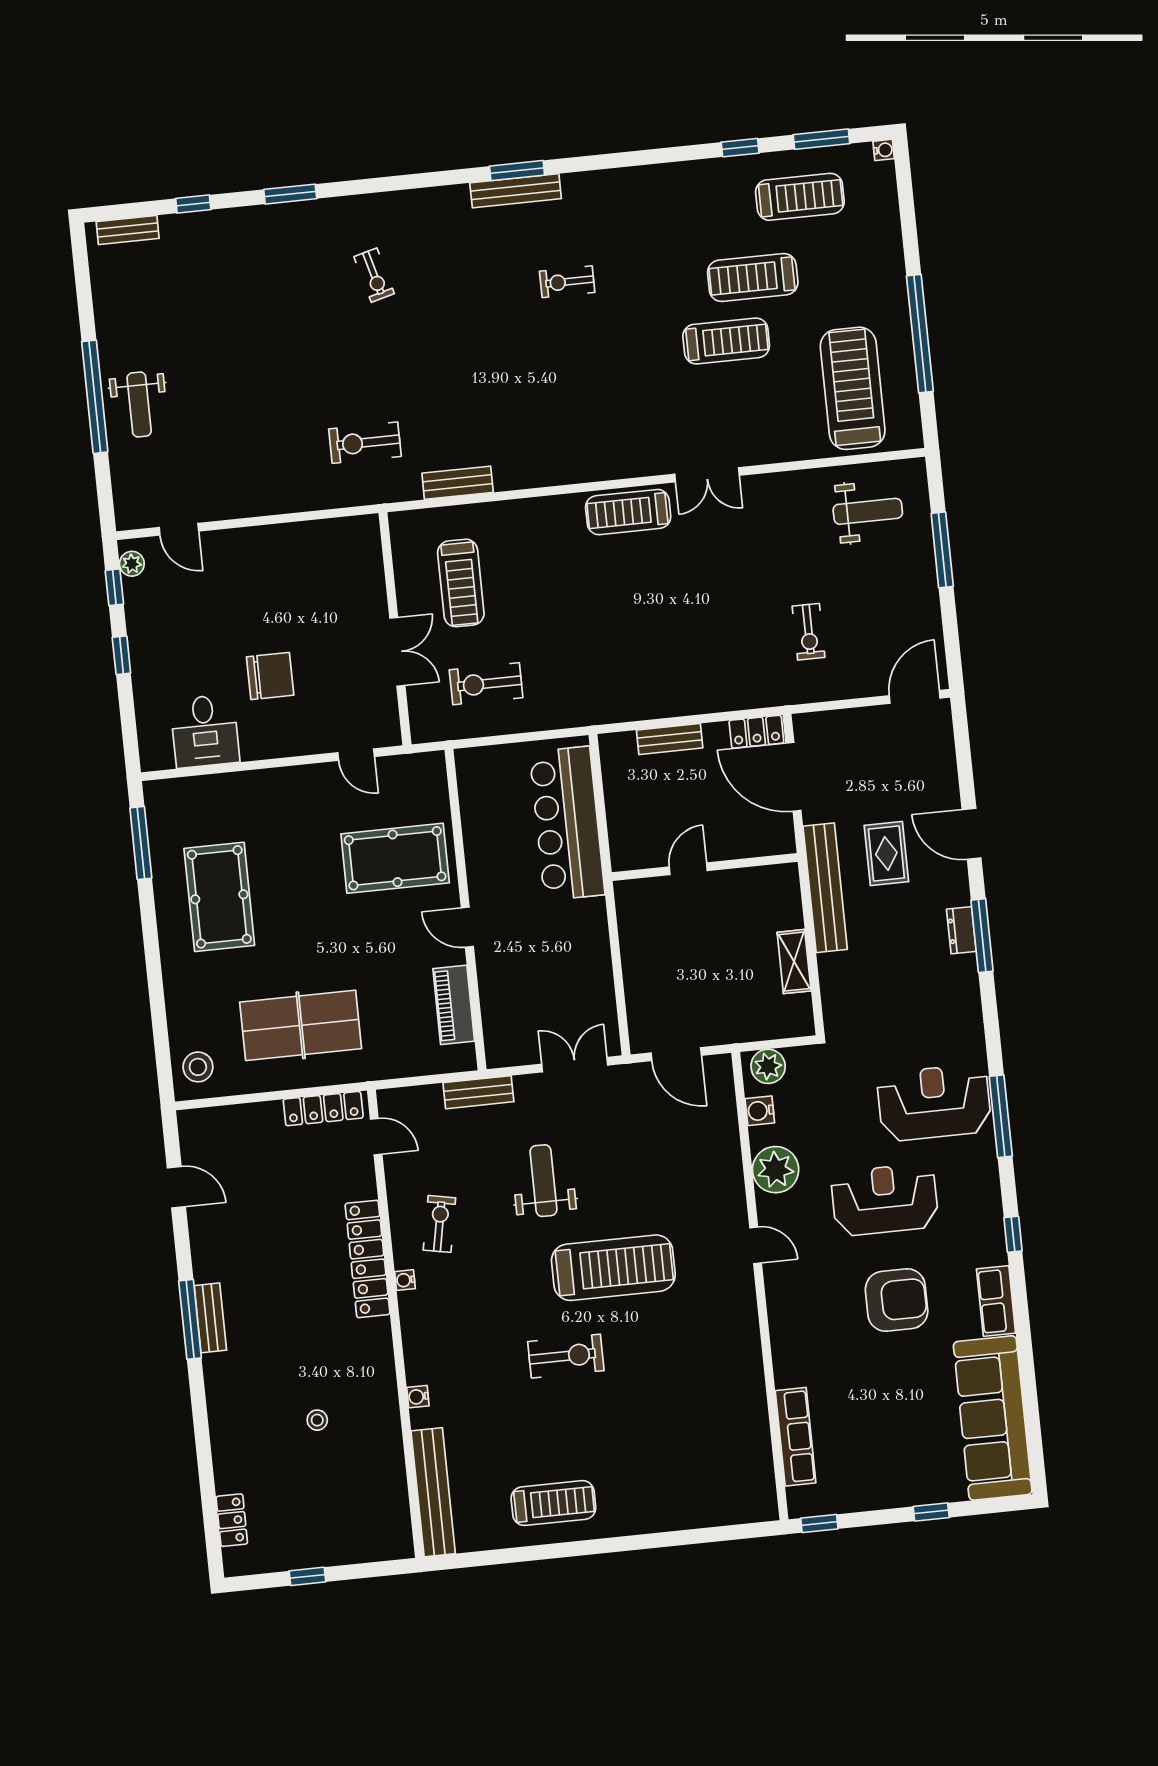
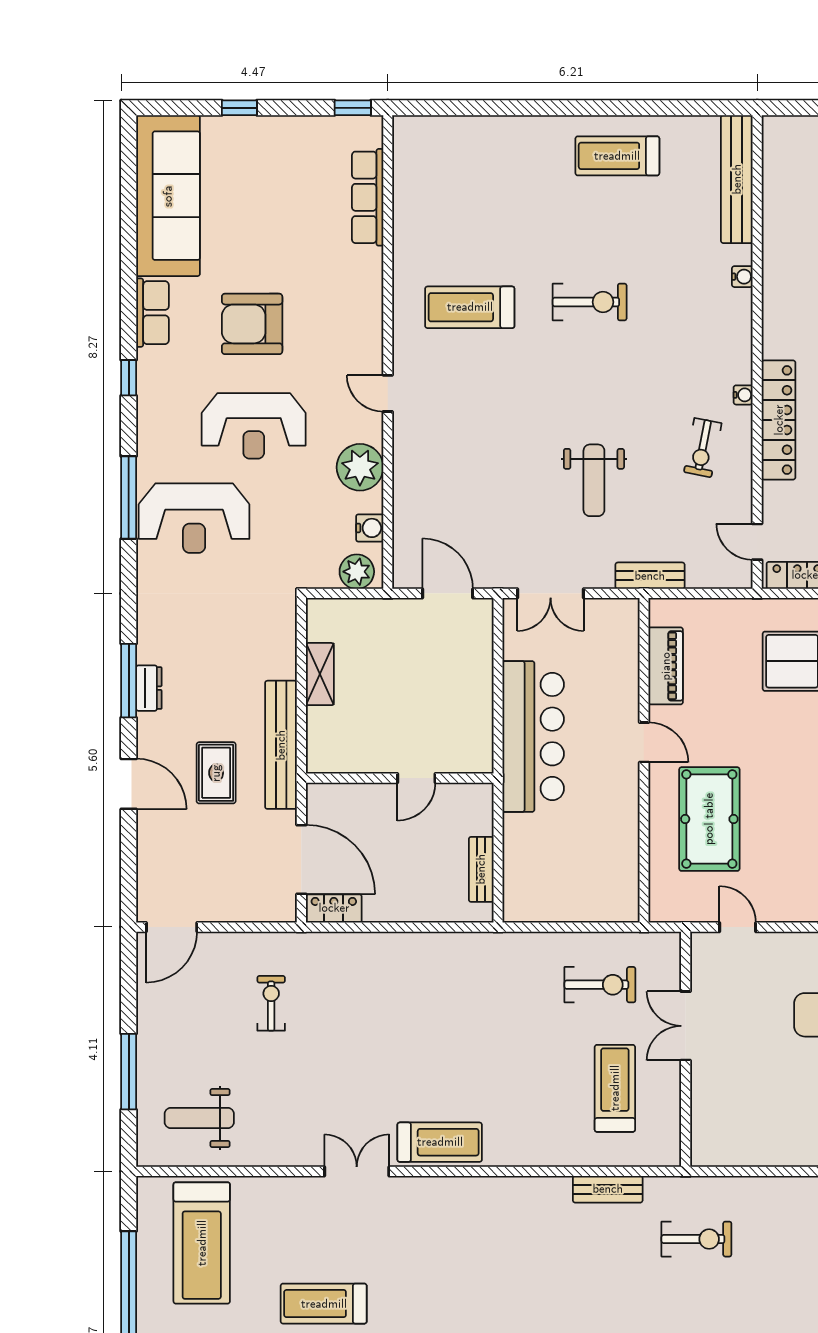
bench: (670, 739) -> (481, 869), moved, turned 90
bar counter: (567, 823) -> (533, 736), moved
pool table: (395, 858) -> (709, 819), turned 90
treadmill: (613, 1268) -> (470, 307), moved, width x0.73, depth x0.73
exercise bike: (566, 1356) -> (590, 302), turned 180

